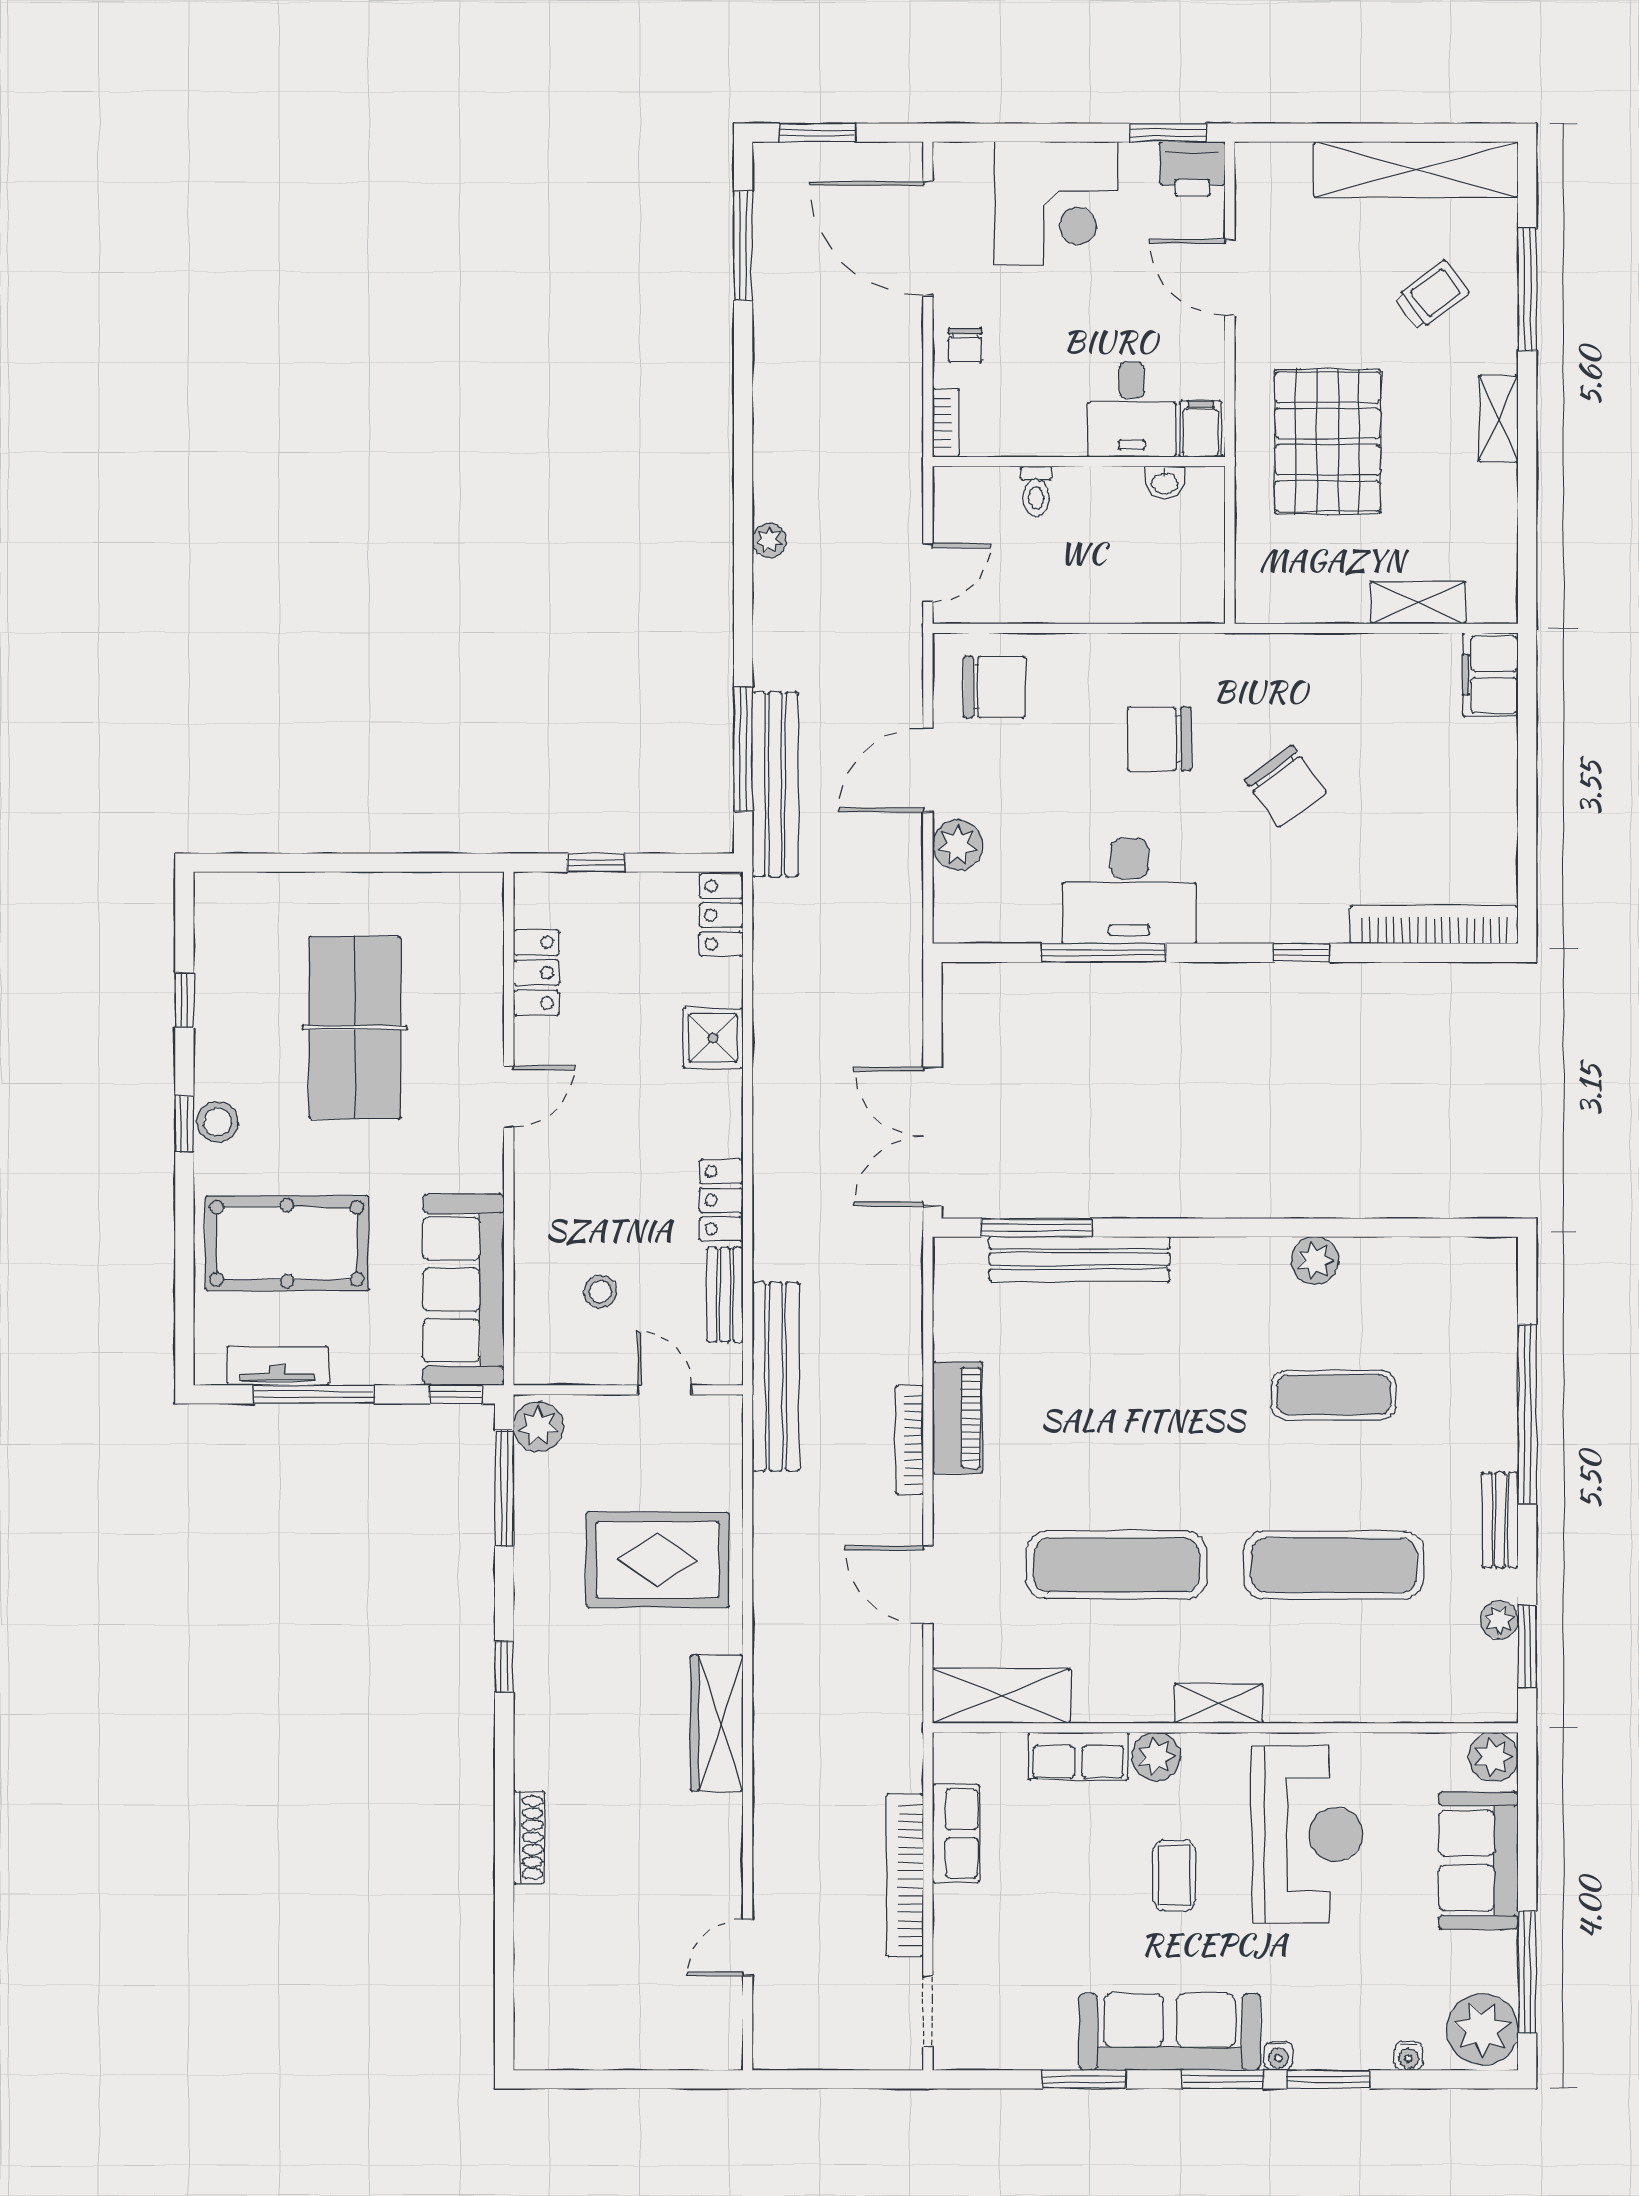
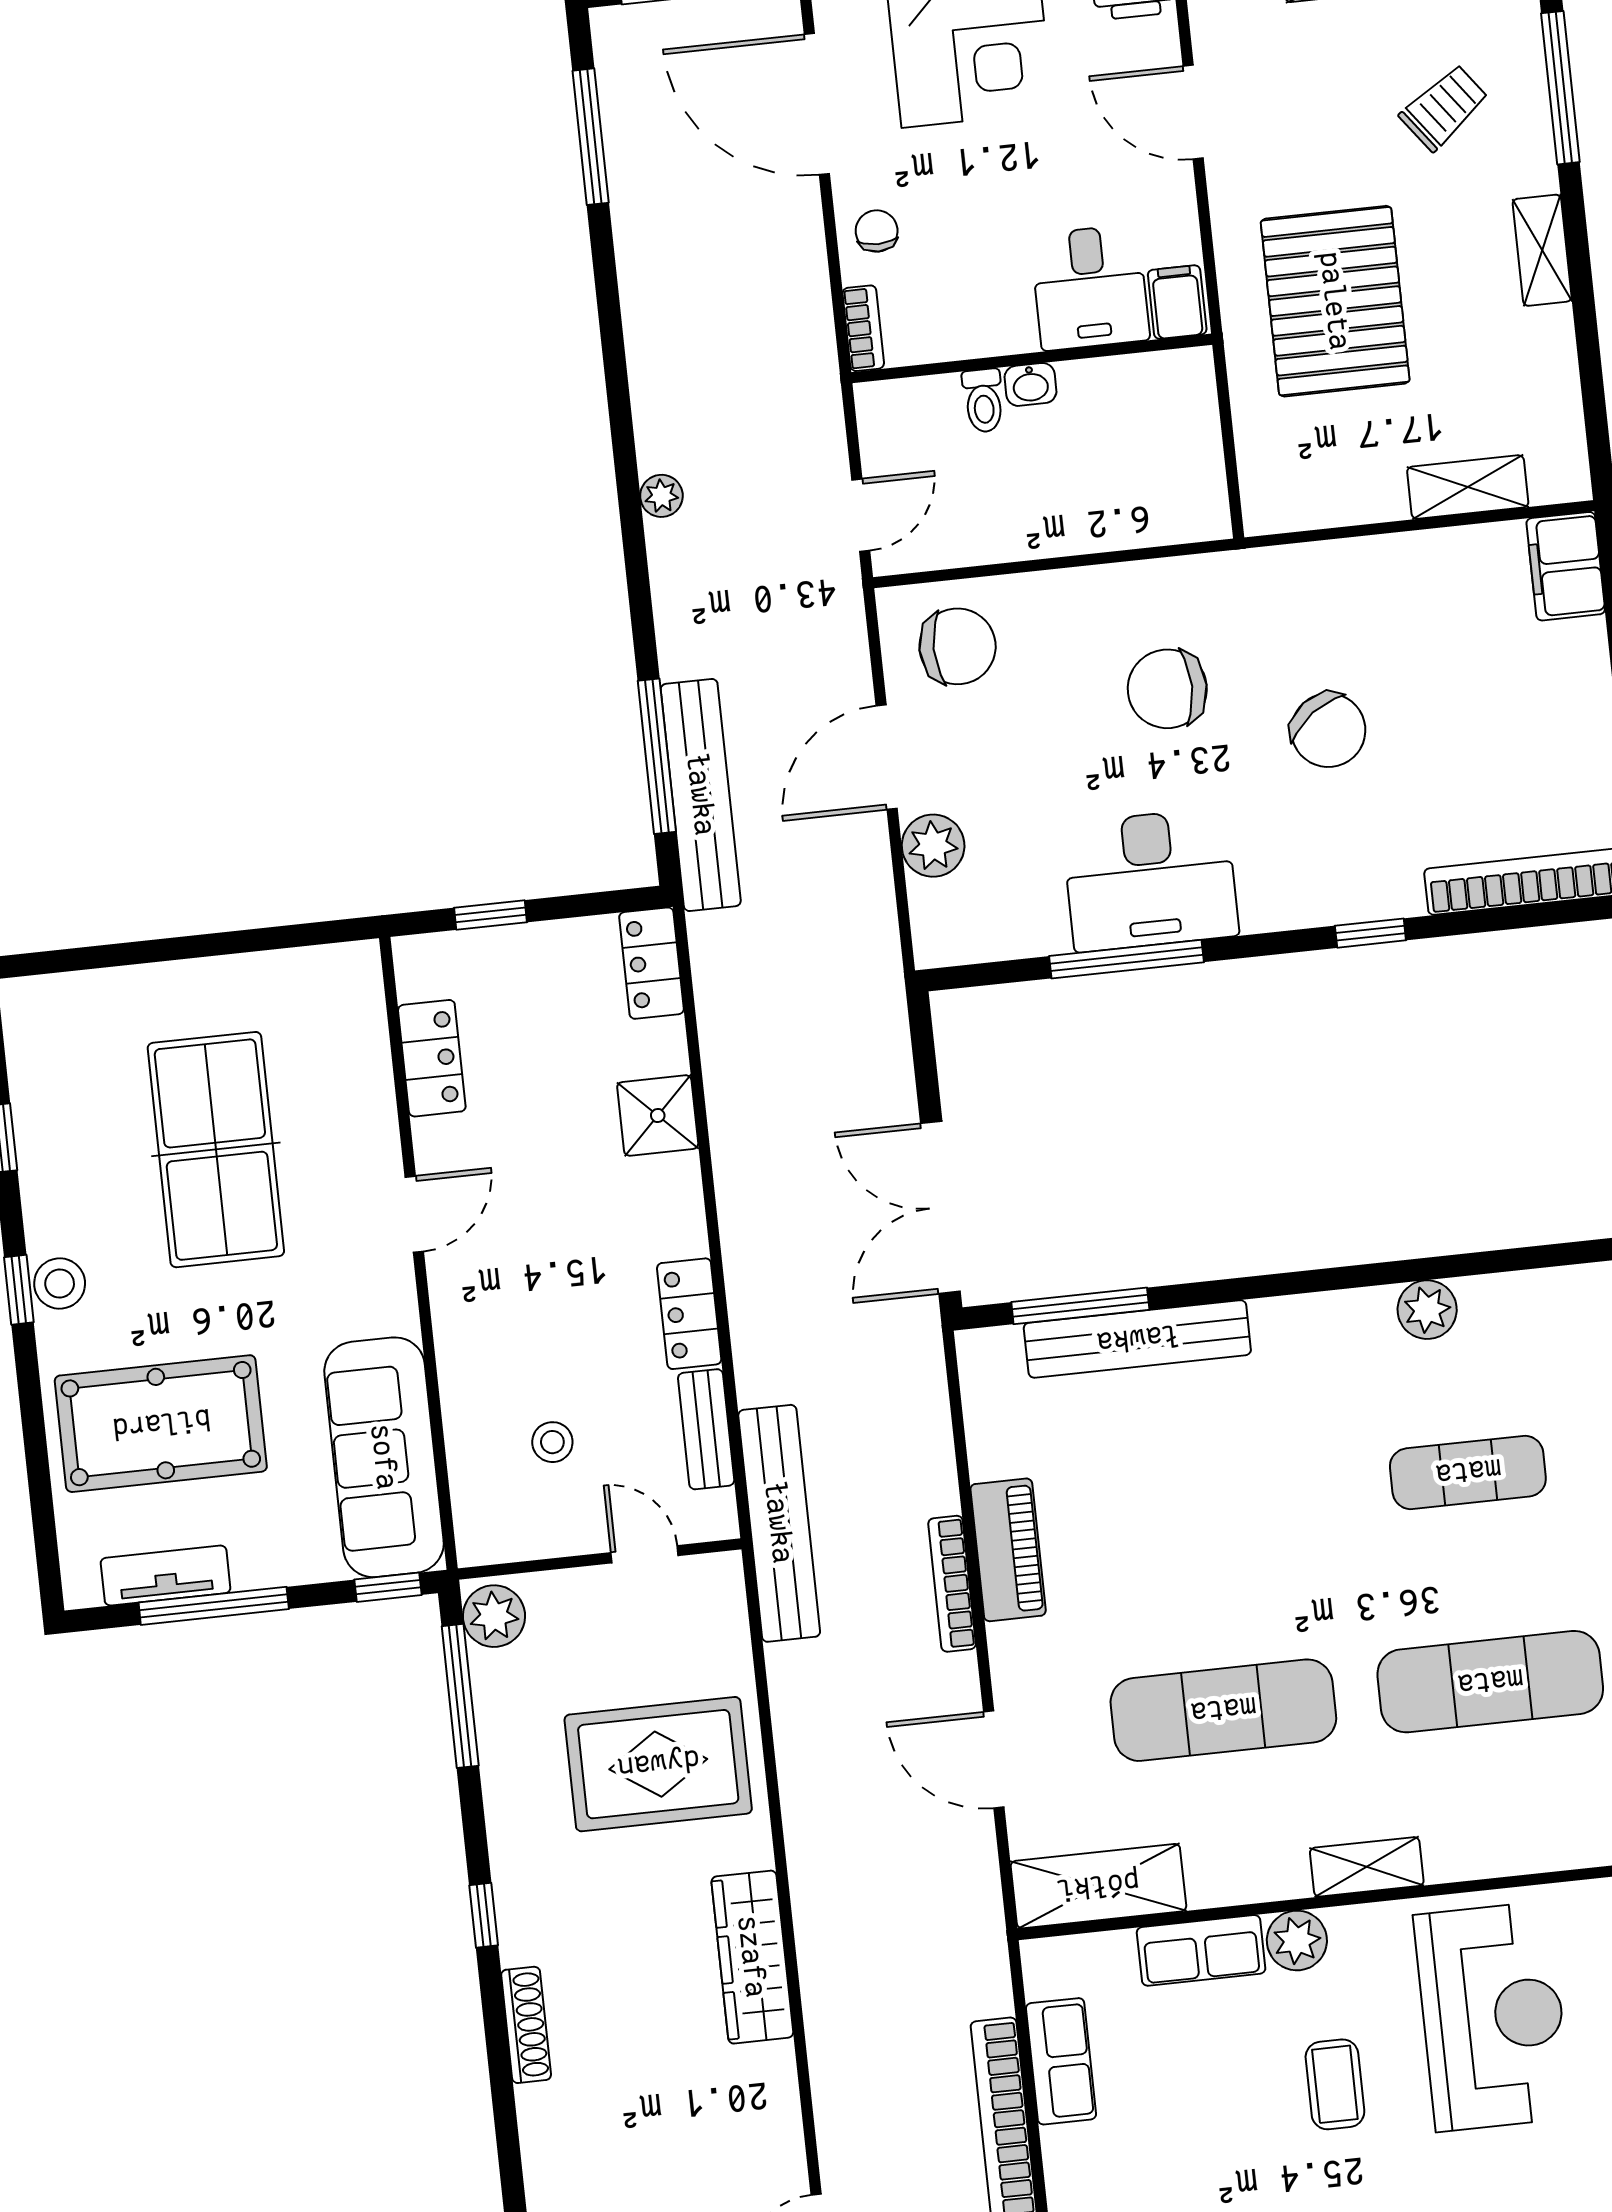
chair: (965, 346) -> (877, 231), turned 180
washbasin: (1165, 482) -> (1030, 384), moved
shoe rack: (529, 1837) -> (526, 2025), moved

